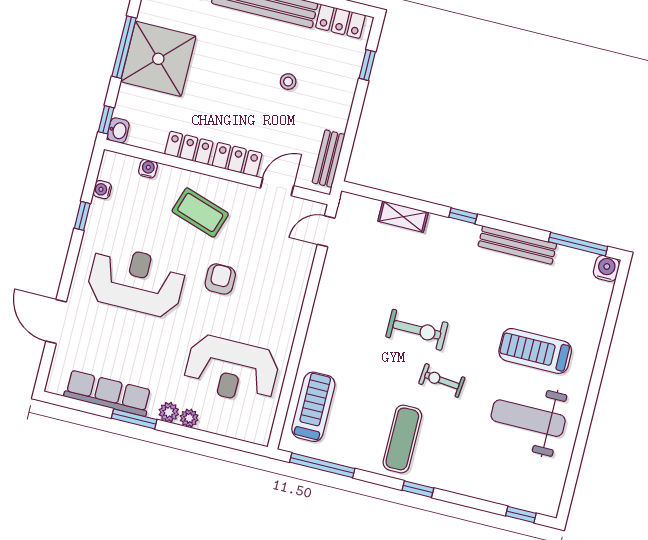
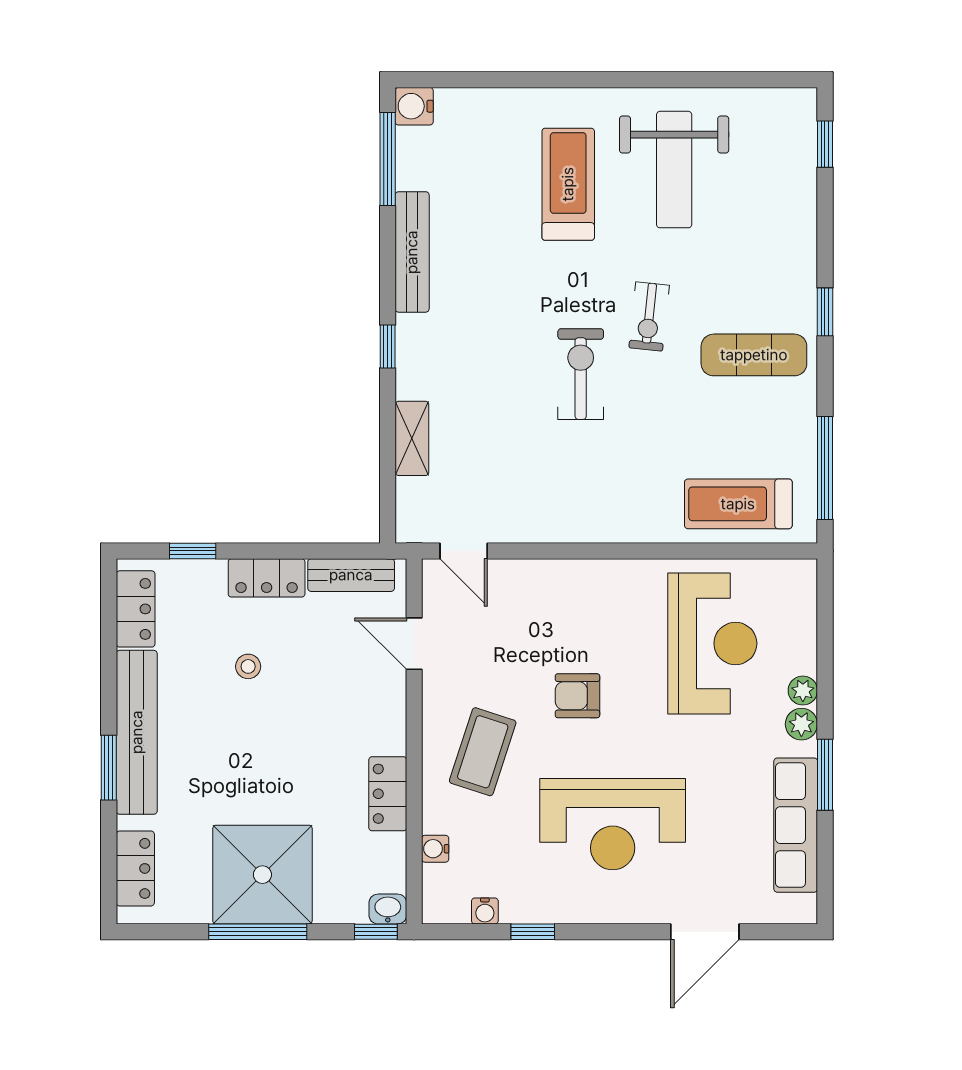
locker: (237, 159) -> (267, 578), moved, turned -90
reception desk: (136, 281) -> (613, 824), turned -90
treadmill: (535, 351) -> (568, 184), turned 180

